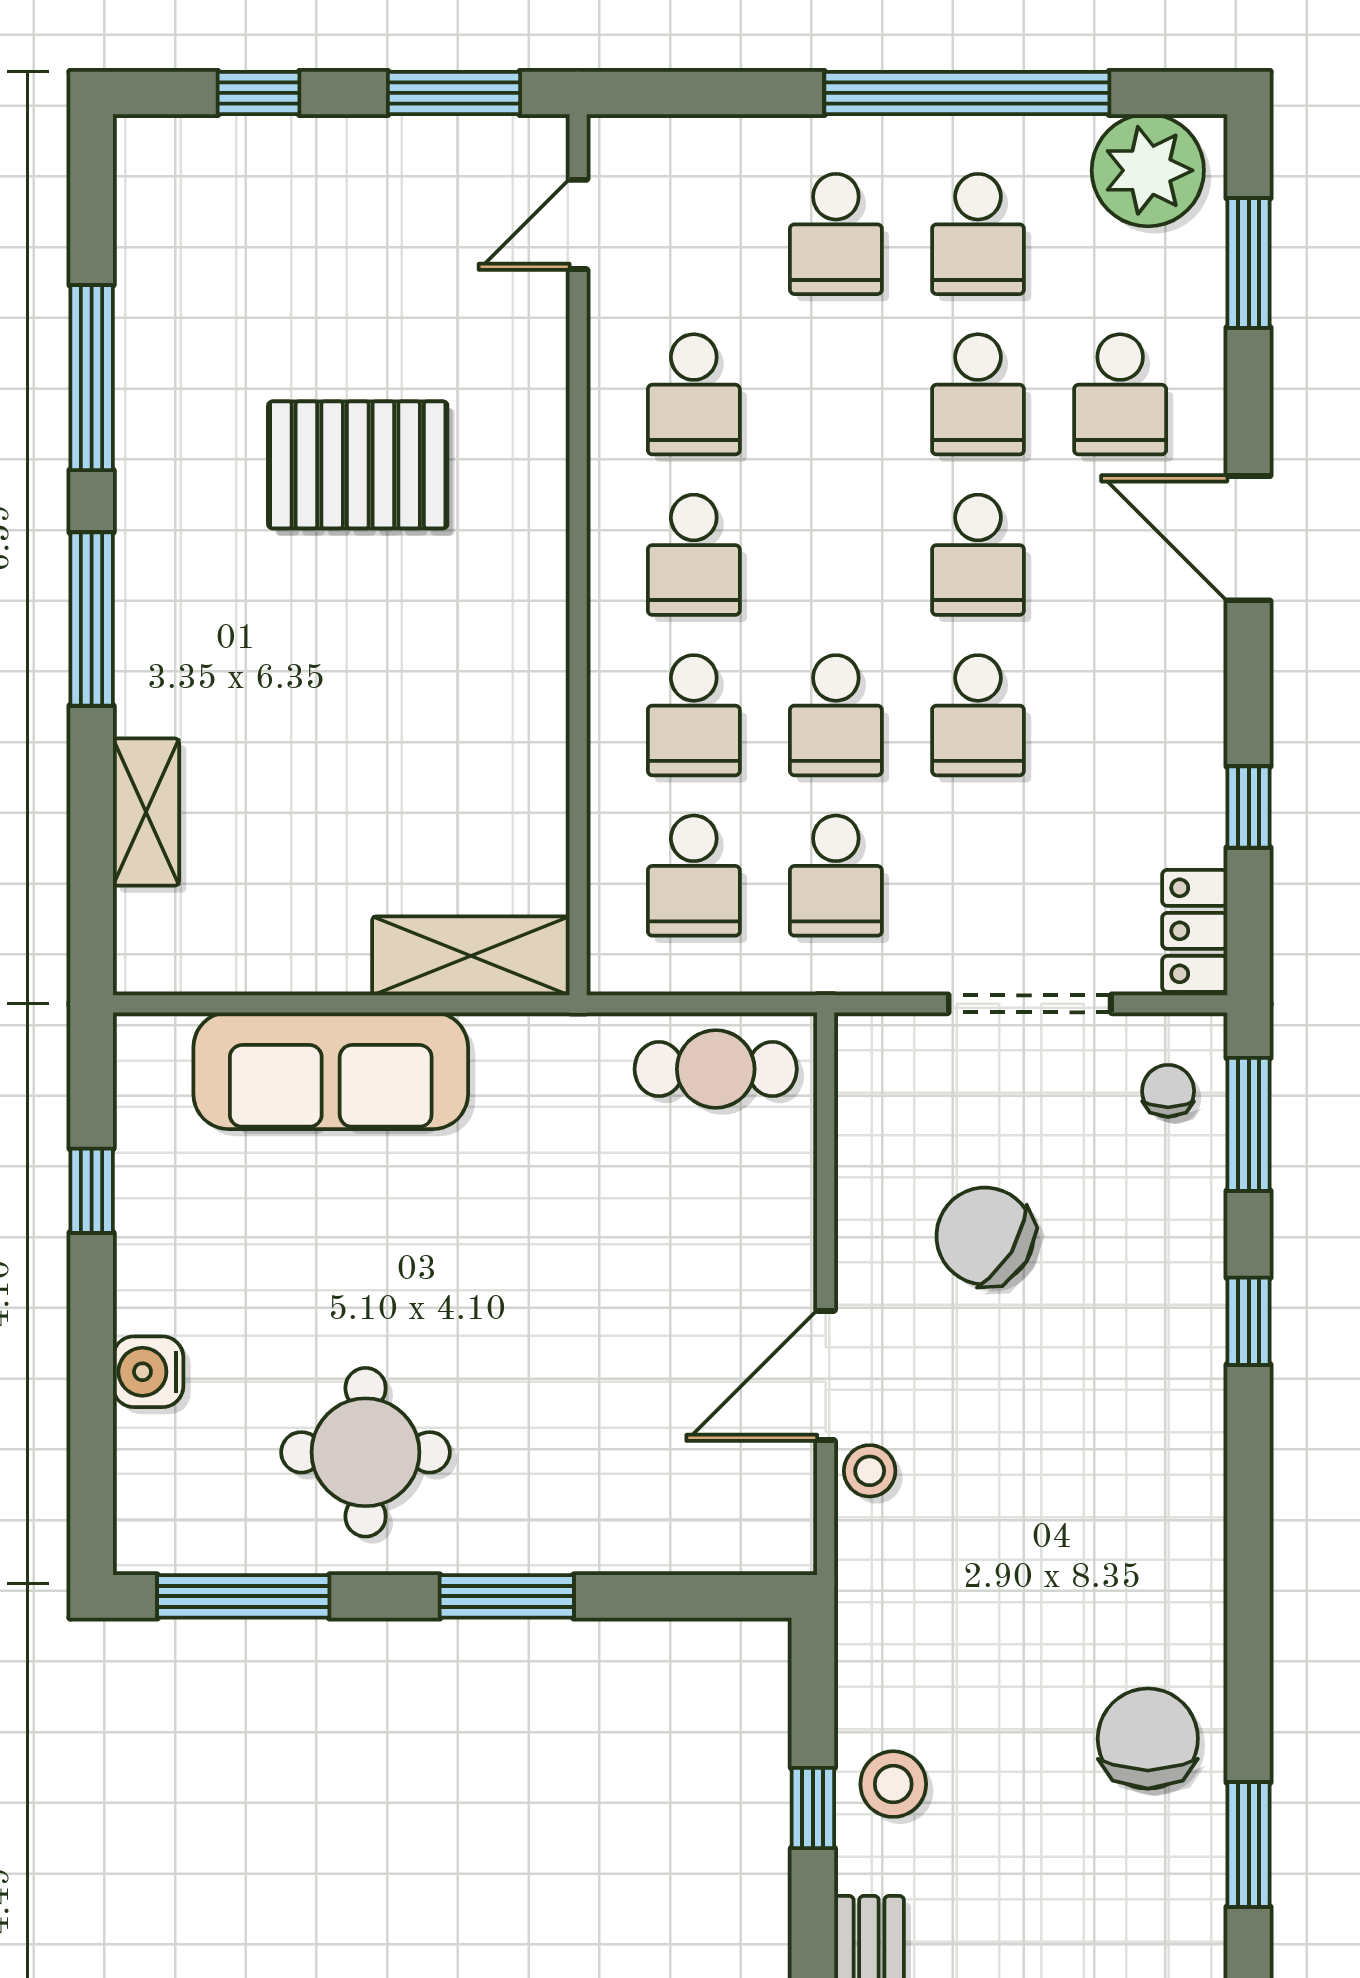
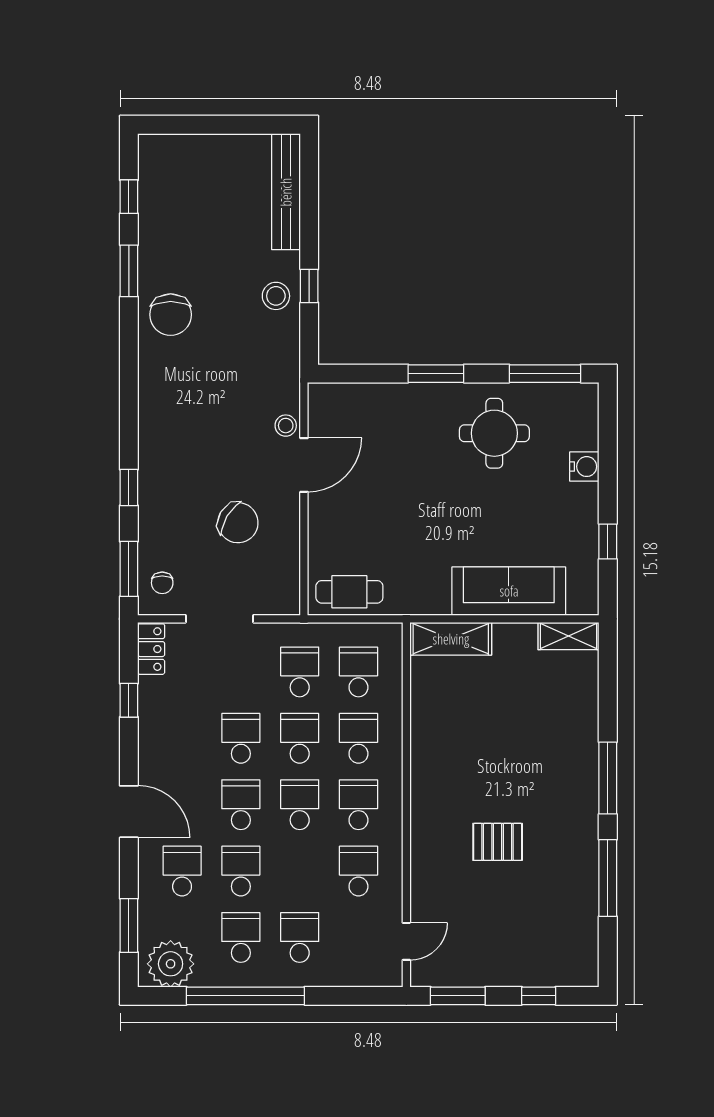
pallet: (358, 465) -> (498, 842), width x0.67, depth x0.71
school desk: (836, 555) -> (300, 805), added
shelving: (146, 812) -> (568, 636), moved, turned 90

